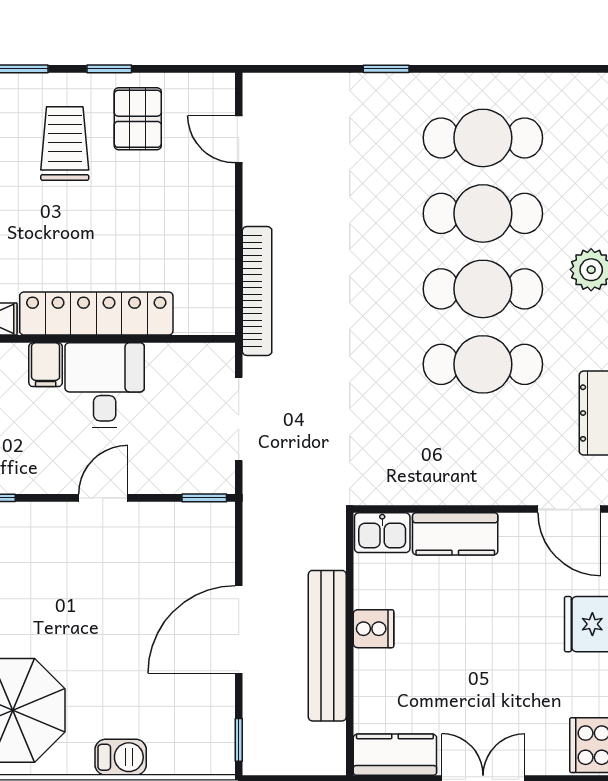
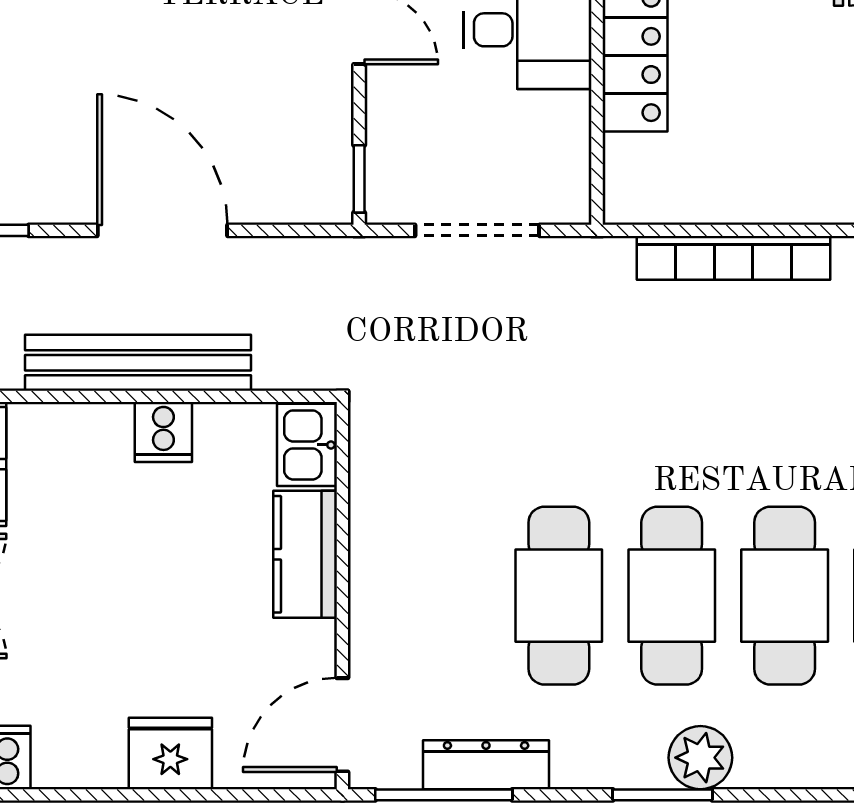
bookcase: (257, 291) -> (733, 258), moved

